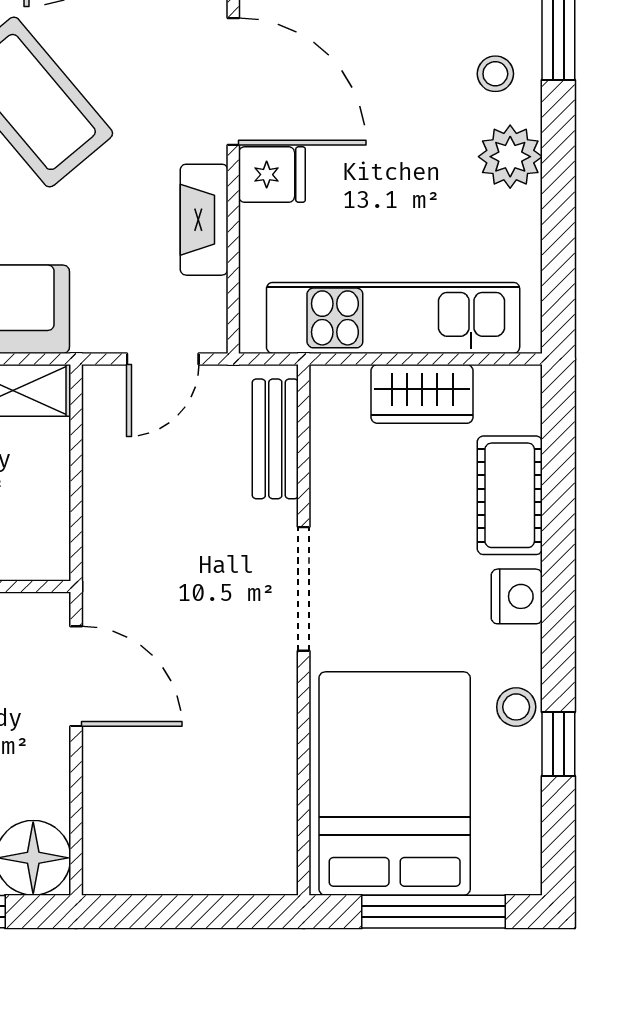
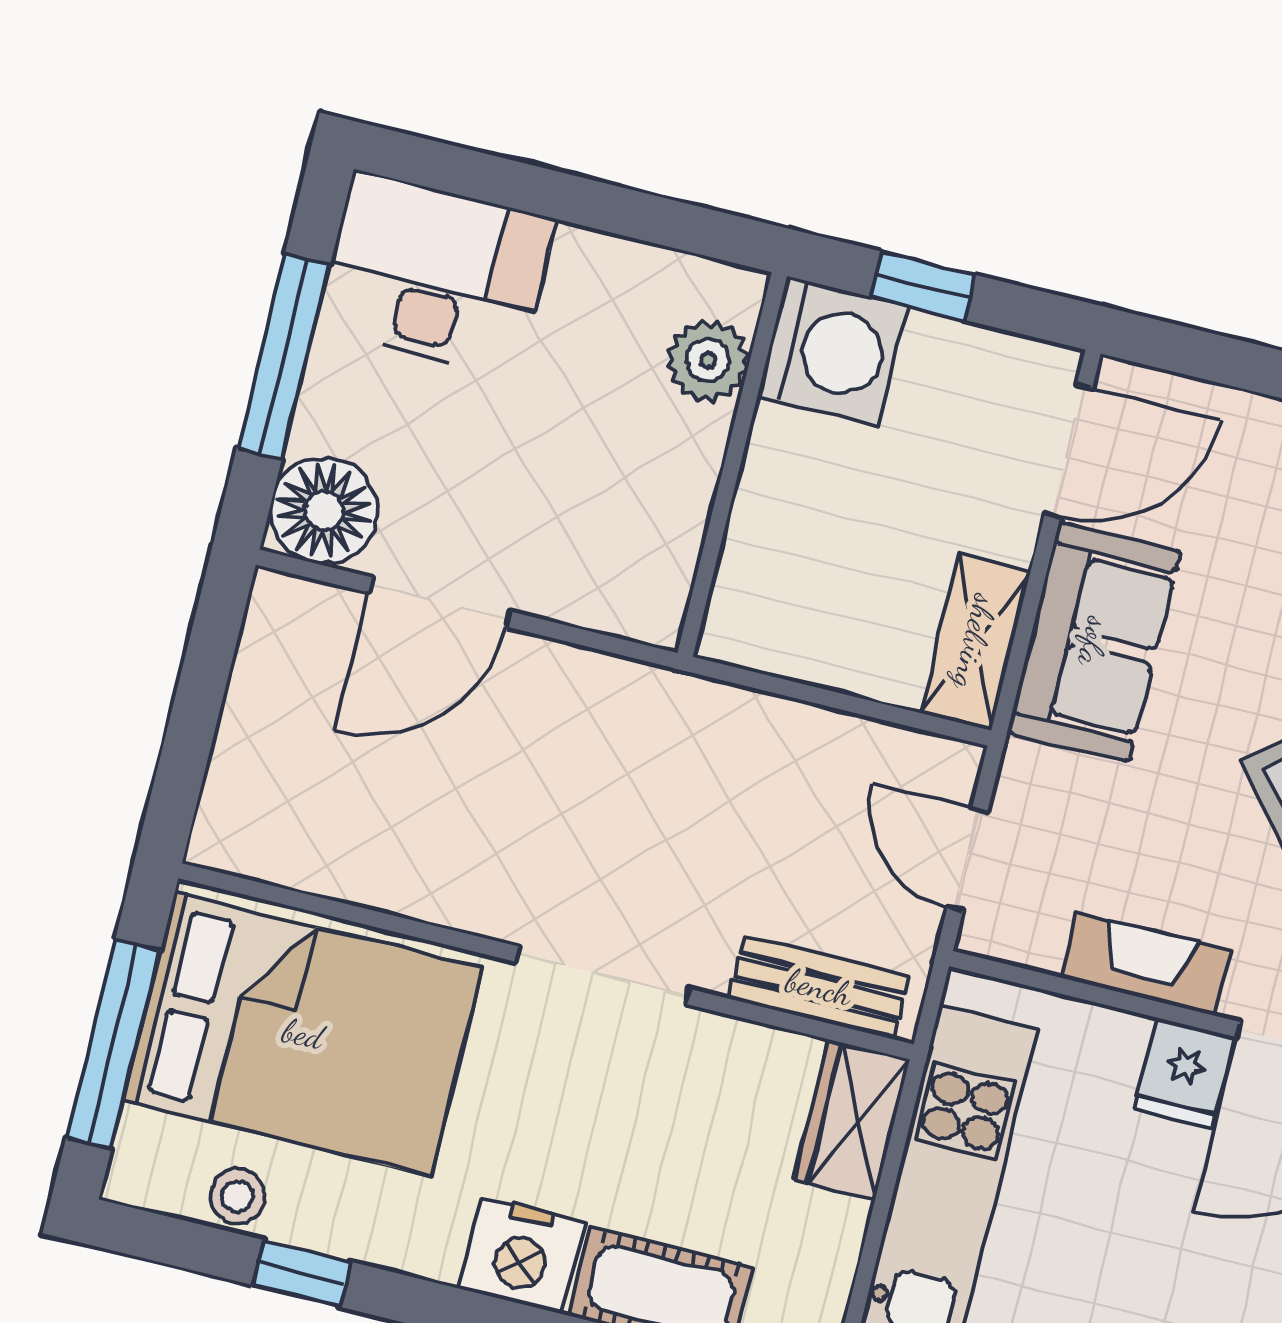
wardrobe: (422, 394) -> (852, 1119), moved
nightstand: (517, 596) -> (522, 1255), width x1.36, depth x1.33
door: (76, 676) -> (440, 602), moved
stool: (516, 707) -> (237, 1196), moved

